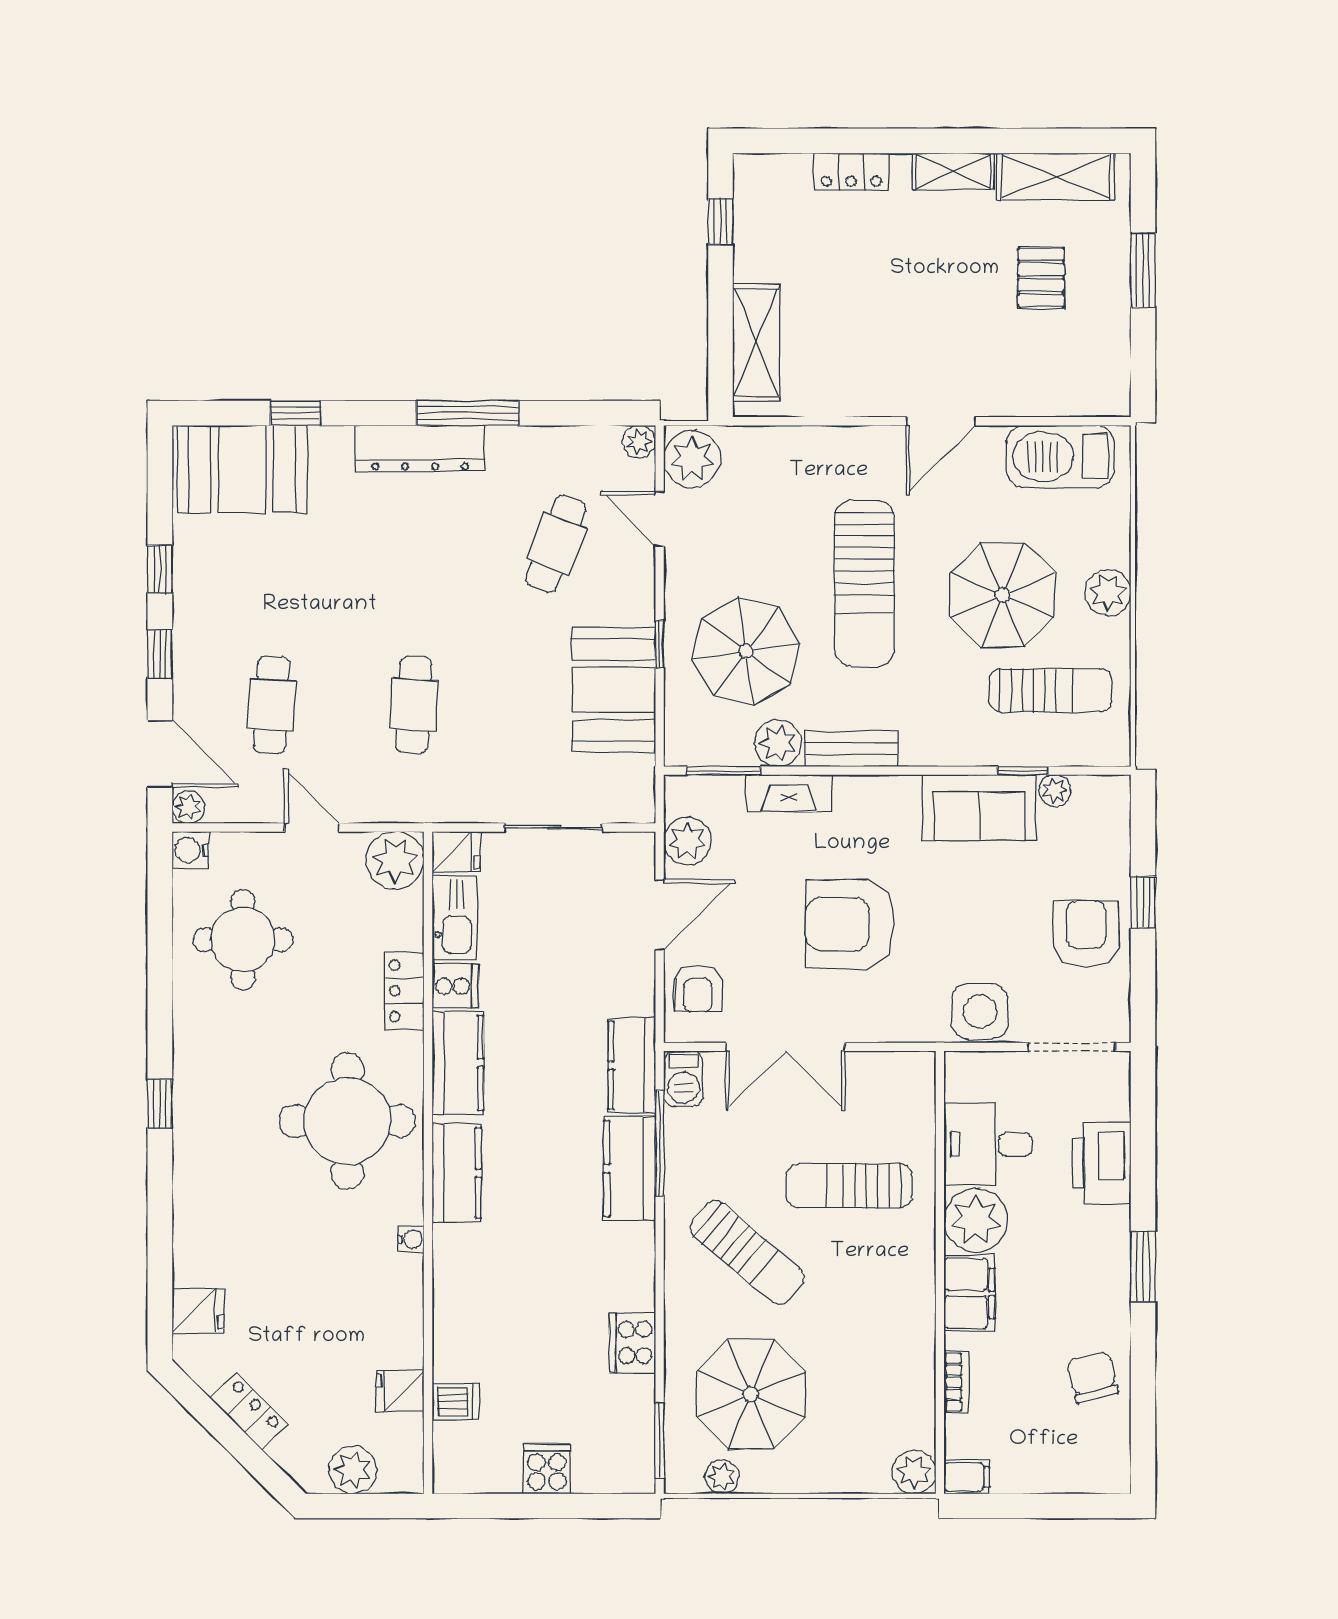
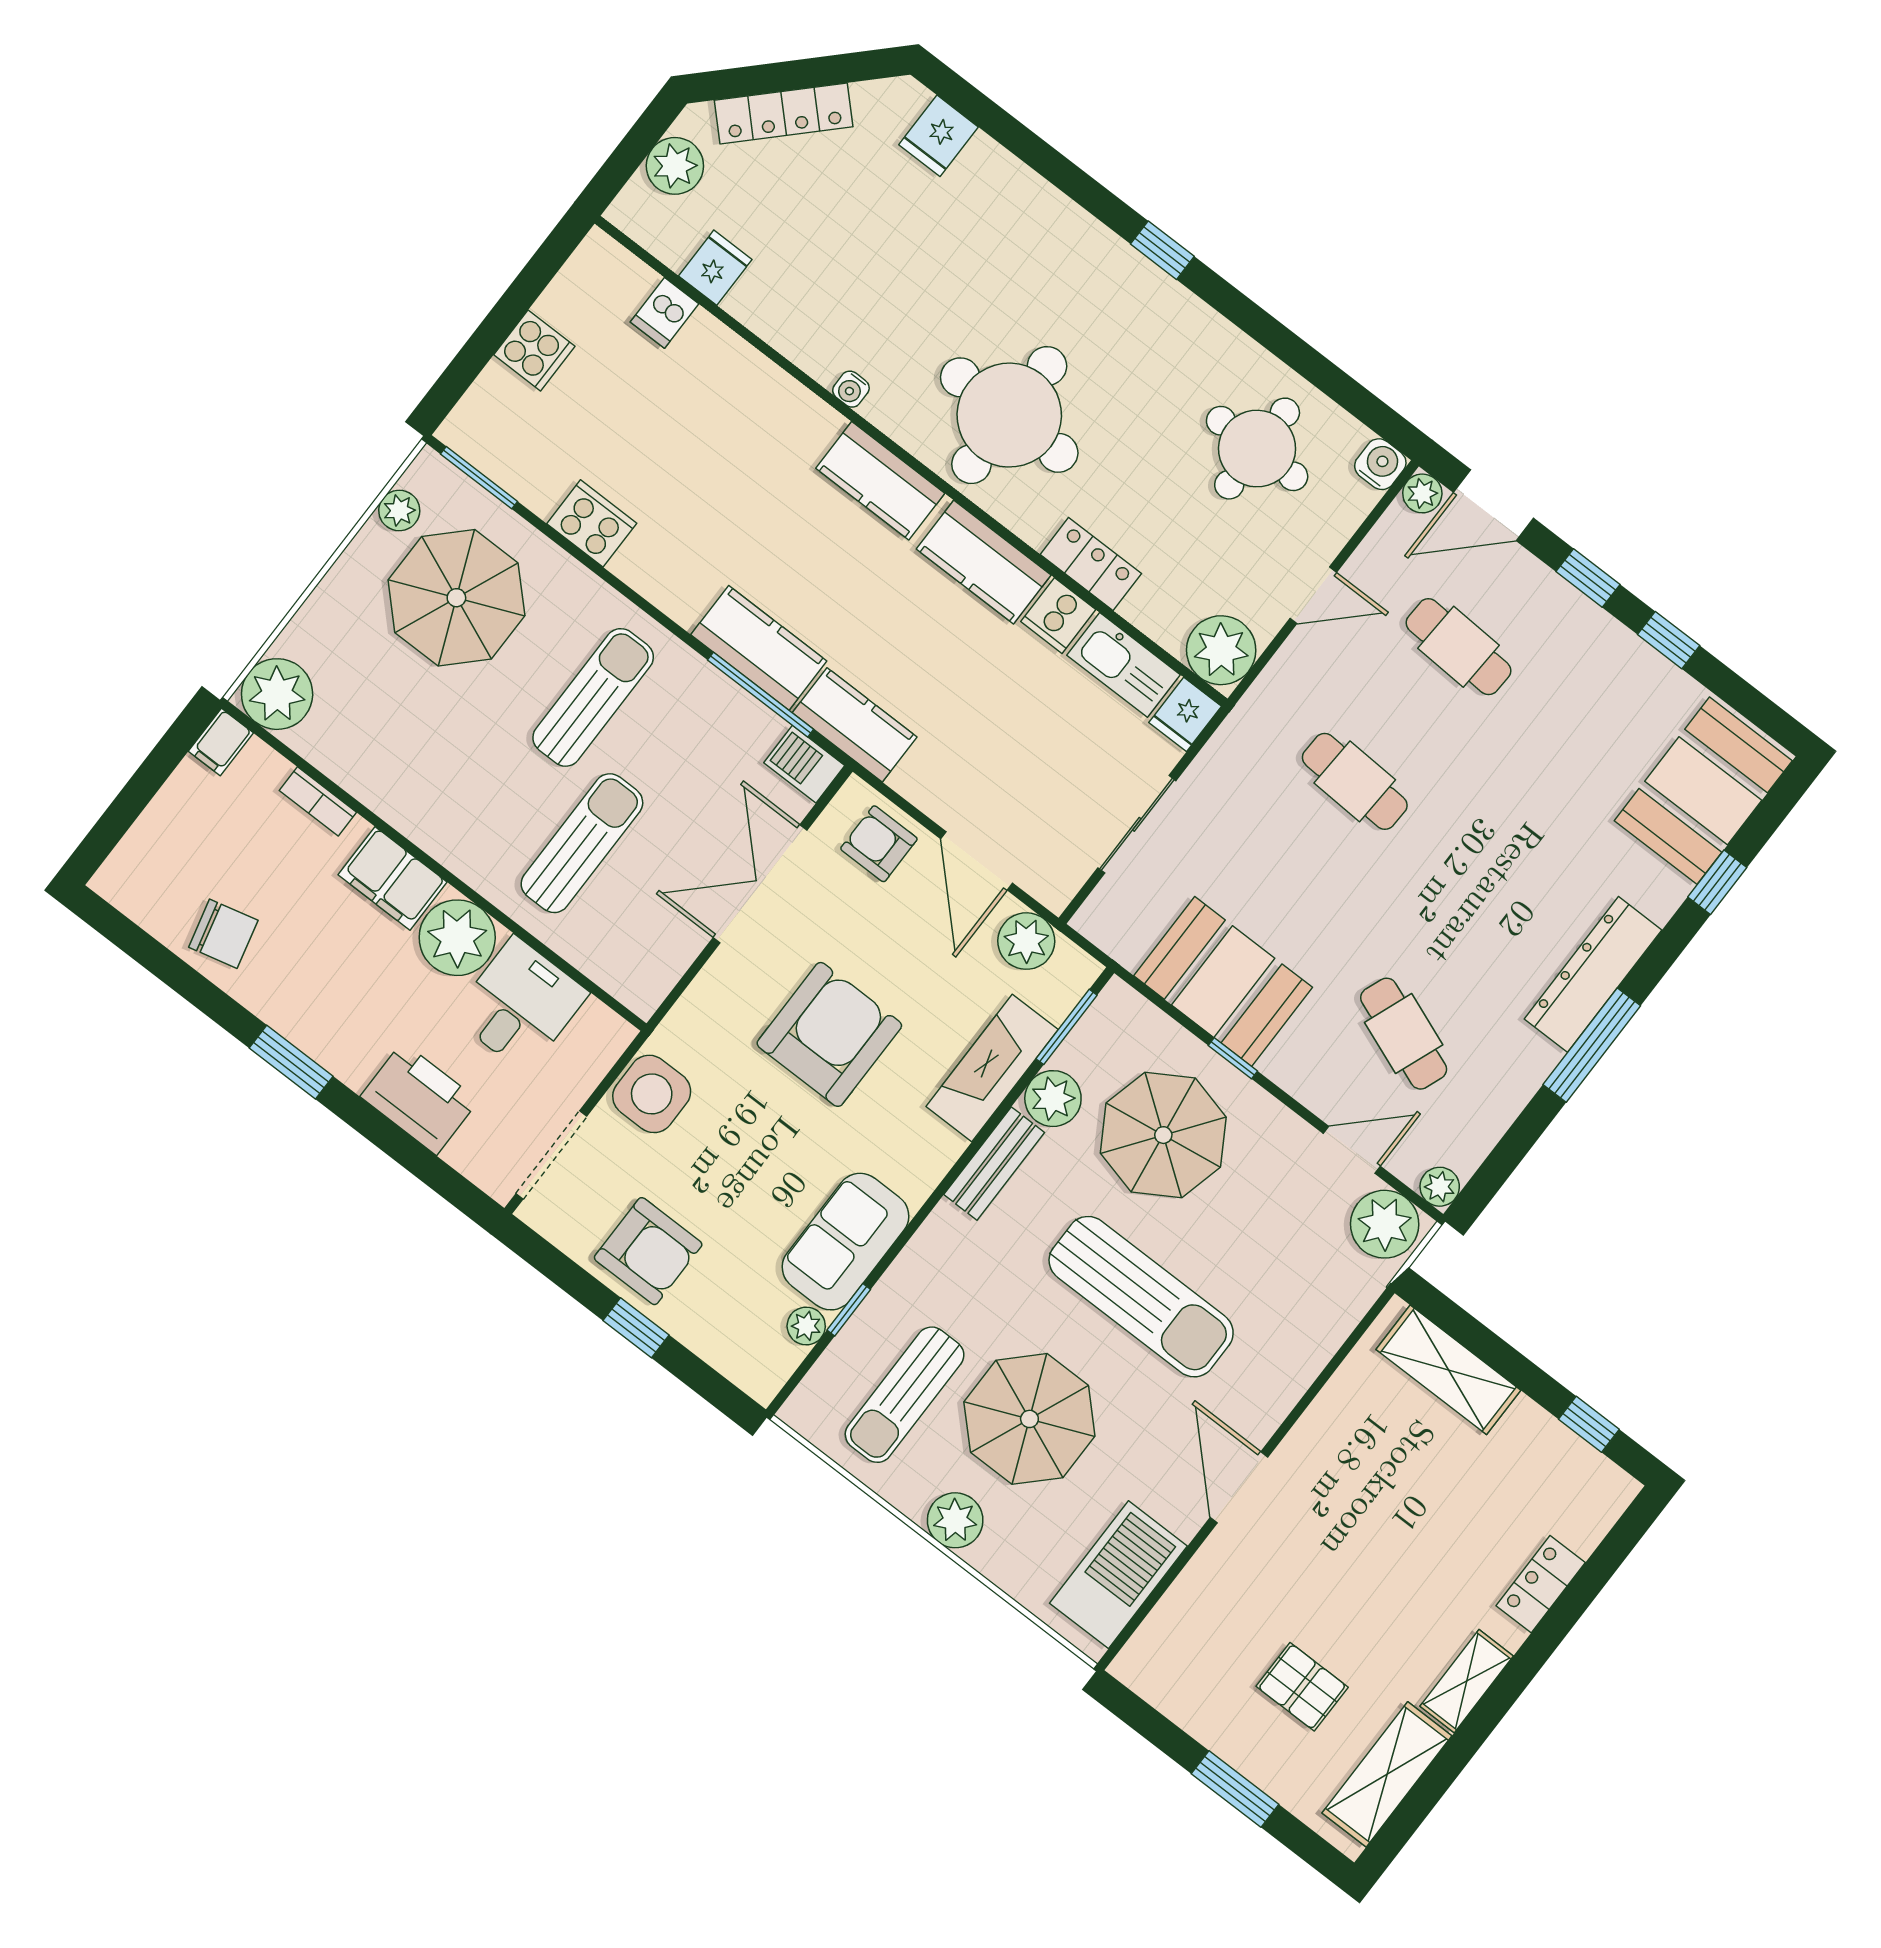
sun lounger: (864, 583) -> (1141, 1297), turned 180
fireplace: (789, 793) -> (992, 1068), width x1.37, depth x1.32
sun lounger: (747, 1253) -> (593, 697), turned 140
locker: (249, 1411) -> (784, 113), width x1.53
plant: (914, 1472) -> (277, 694), width x1.36, depth x1.36

